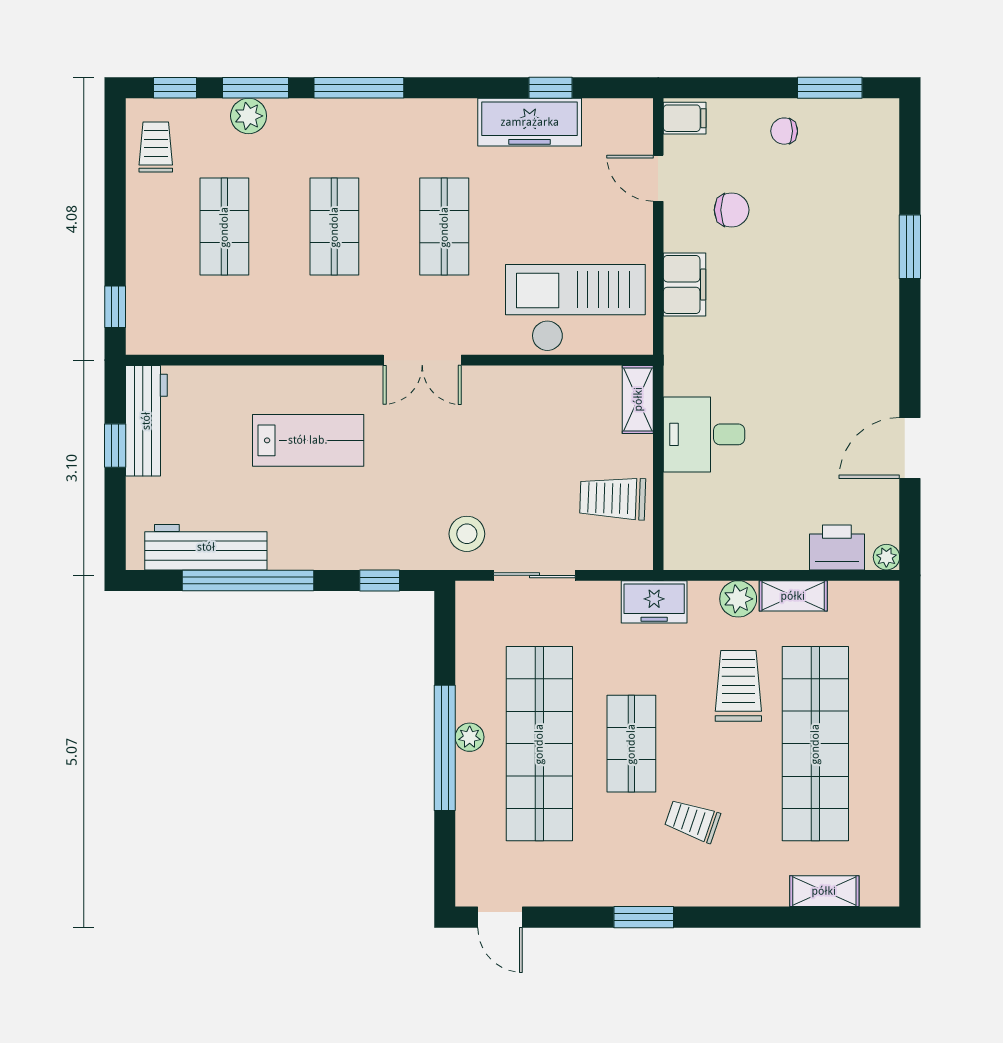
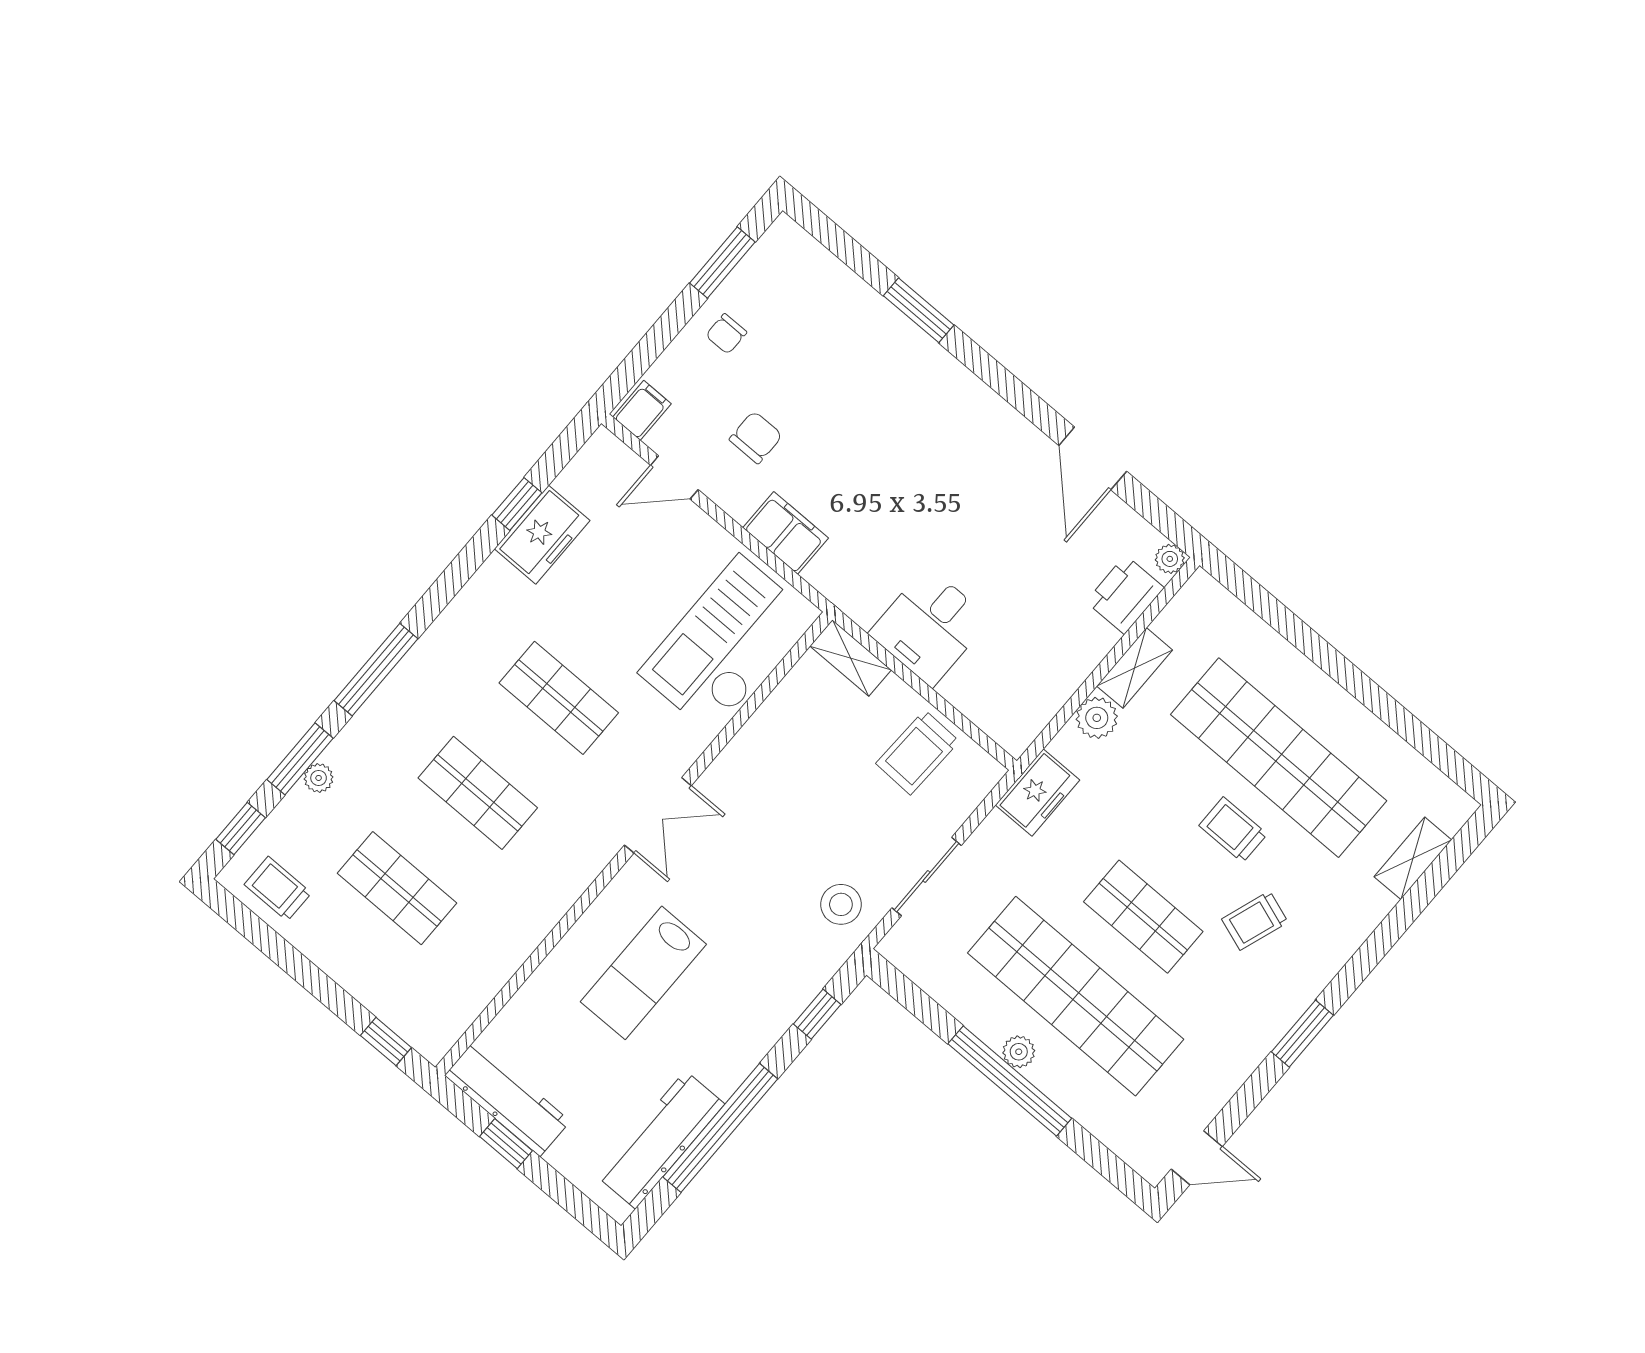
plant: (249, 116) -> (319, 778), width x0.73, depth x0.73
freezer: (530, 122) -> (542, 535), width x0.71
lab bench: (308, 440) -> (643, 973), turned 180
trolley: (738, 686) -> (1233, 830), moved, width x0.73, depth x0.72

